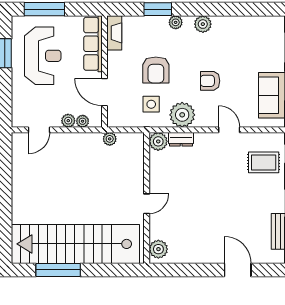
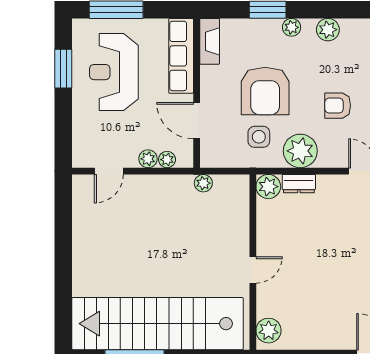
reception desk: (43, 56) -> (114, 72), turned 180
armchair: (156, 70) -> (265, 91), width x1.36, depth x1.36

